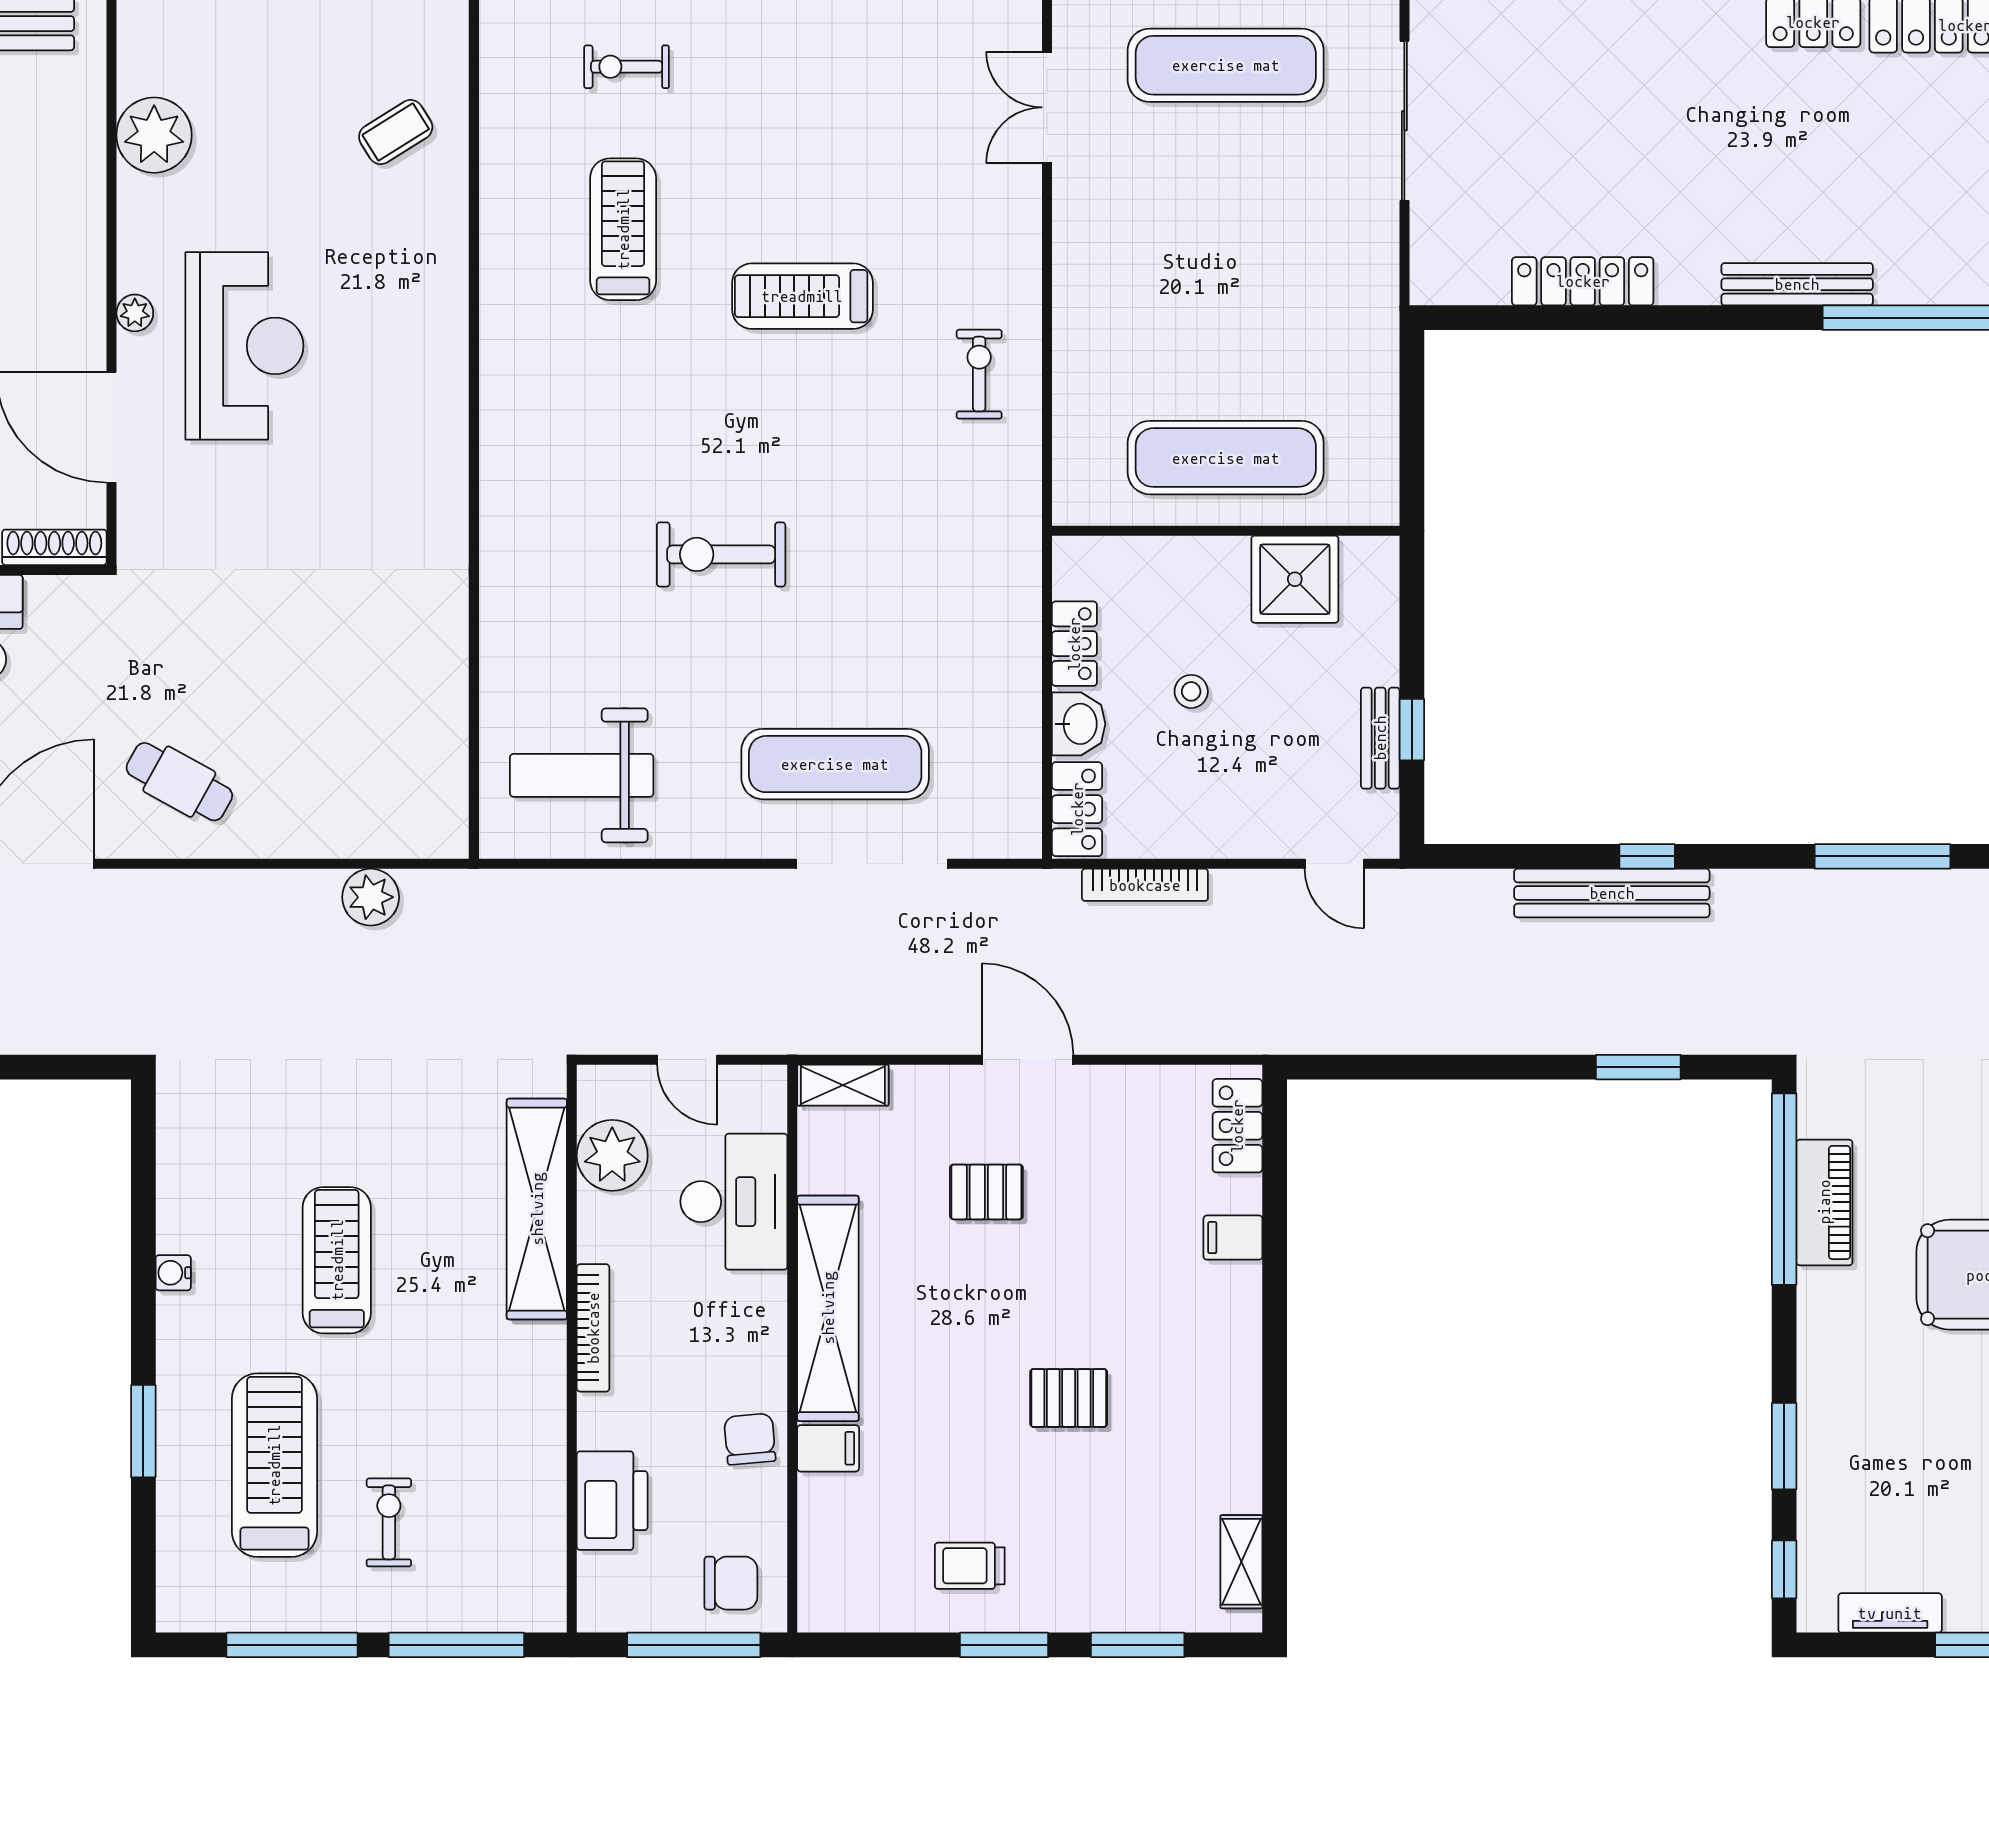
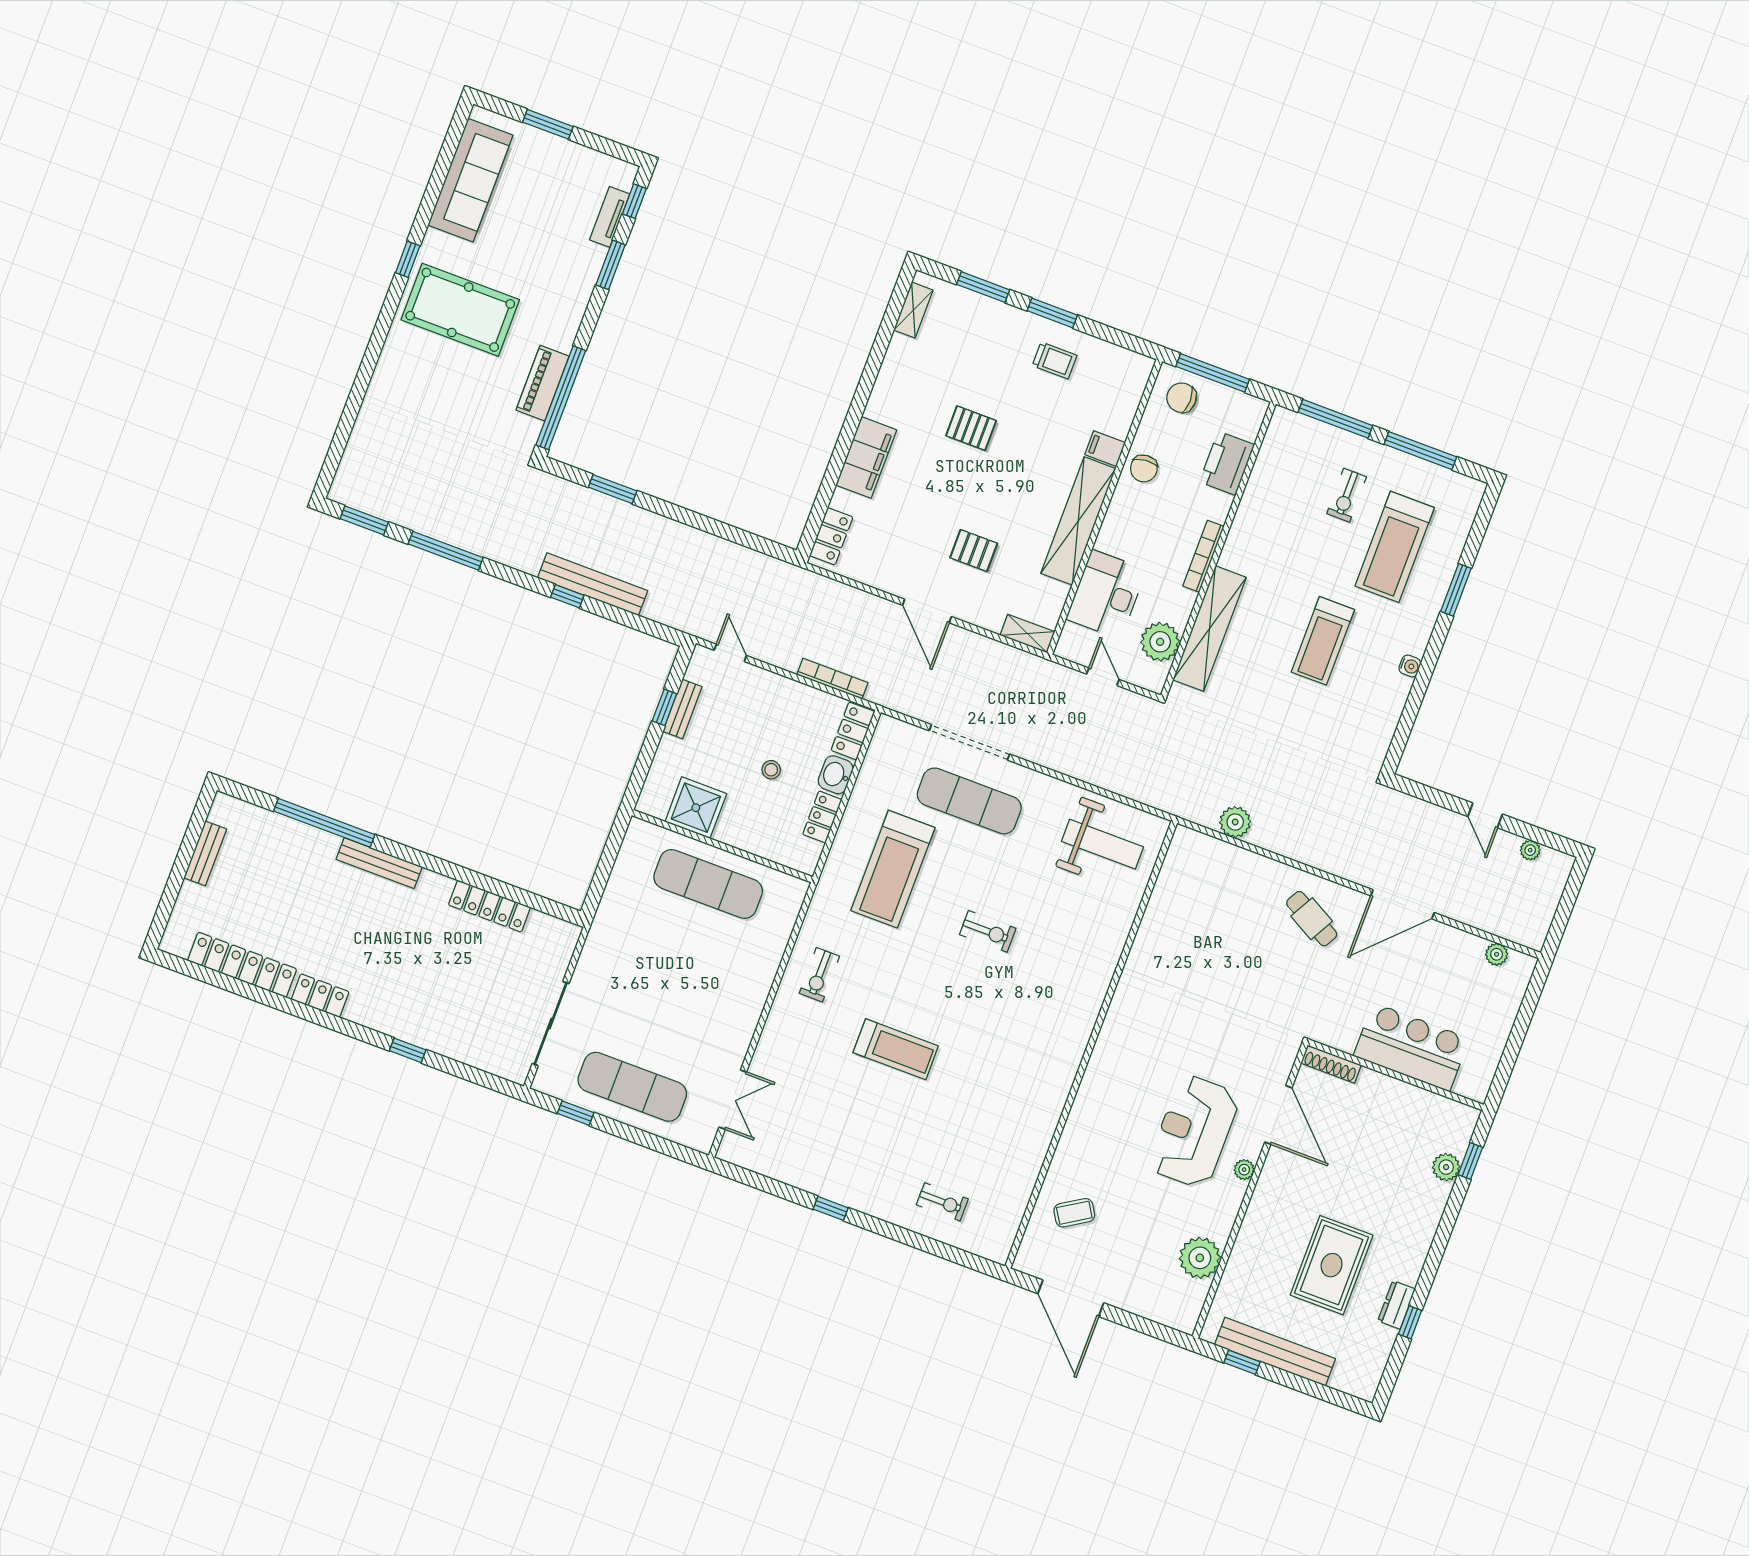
treadmill: (623, 229) -> (893, 869), moved, width x1.37, depth x1.38
exercise bike: (721, 554) -> (988, 931), width x0.73, depth x0.72
filing cabinet: (1233, 1238) -> (866, 457), width x3.00, depth x1.17
tv unit: (1890, 1613) -> (610, 217), moved, turned 90

